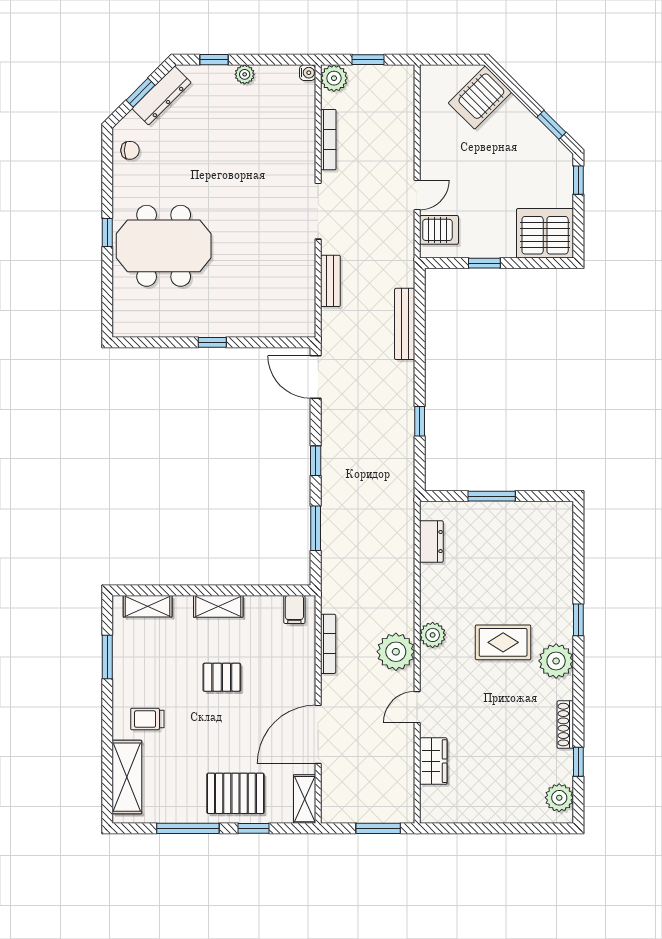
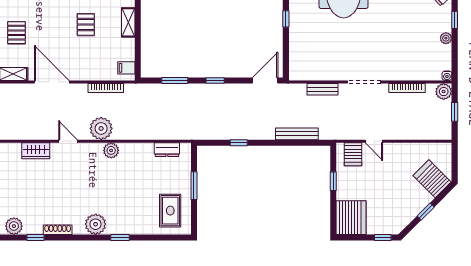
window: (551, 125) -> (426, 212), moved
rug: (503, 642) -> (170, 211), moved
pallet: (235, 793) -> (17, 33), width x0.67, depth x0.71

